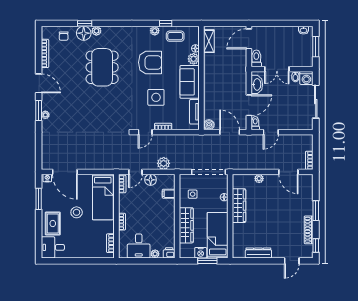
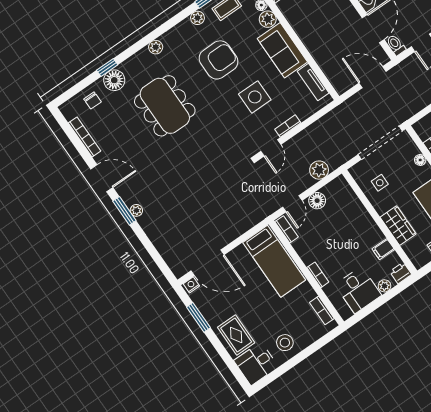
plant: (96, 31) -> (156, 47), moved
boiler: (209, 125) -> (341, 86), removed
filing cabinet: (169, 194) -> (383, 249), moved
stool: (77, 212) -> (285, 343), moved
wardrobe: (186, 225) -> (398, 226), width x0.67

